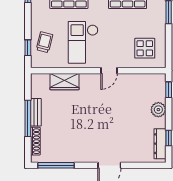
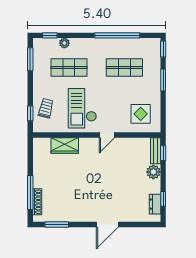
bench: (36, 112) -> (156, 151), moved
window: (28, 118) -> (30, 192), moved
dresser: (160, 144) -> (155, 204), width x0.70
window: (56, 165) -> (57, 224), width x0.69

